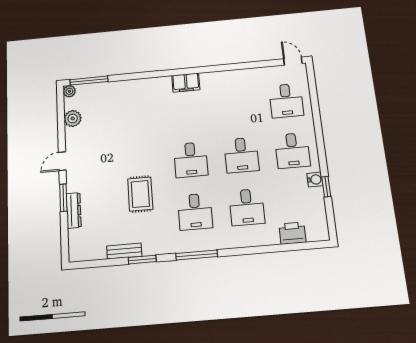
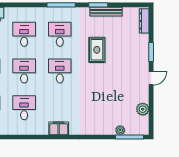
plant: (69, 91) -> (120, 130), moved
desk: (236, 105) -> (24, 108), added
dresser: (74, 210) -> (144, 21), moved
bench: (124, 251) -> (106, 12), width x1.36

